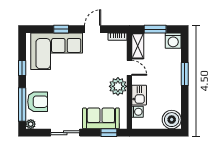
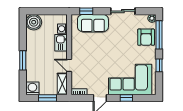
plant: (118, 86) -> (79, 50), removed
armchair: (38, 102) -> (146, 37), turned -90

